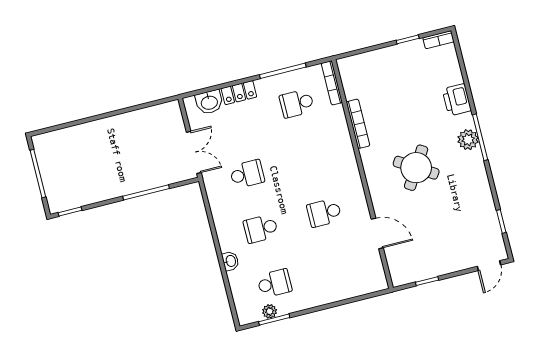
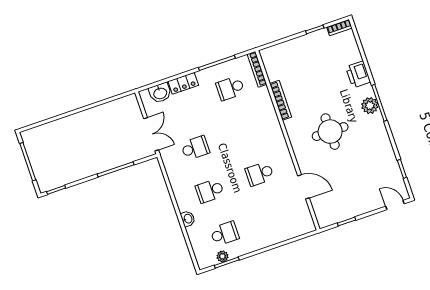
round table: (416, 168) -> (330, 132), turned -32
door: (489, 266) -> (395, 205), swing flipped

